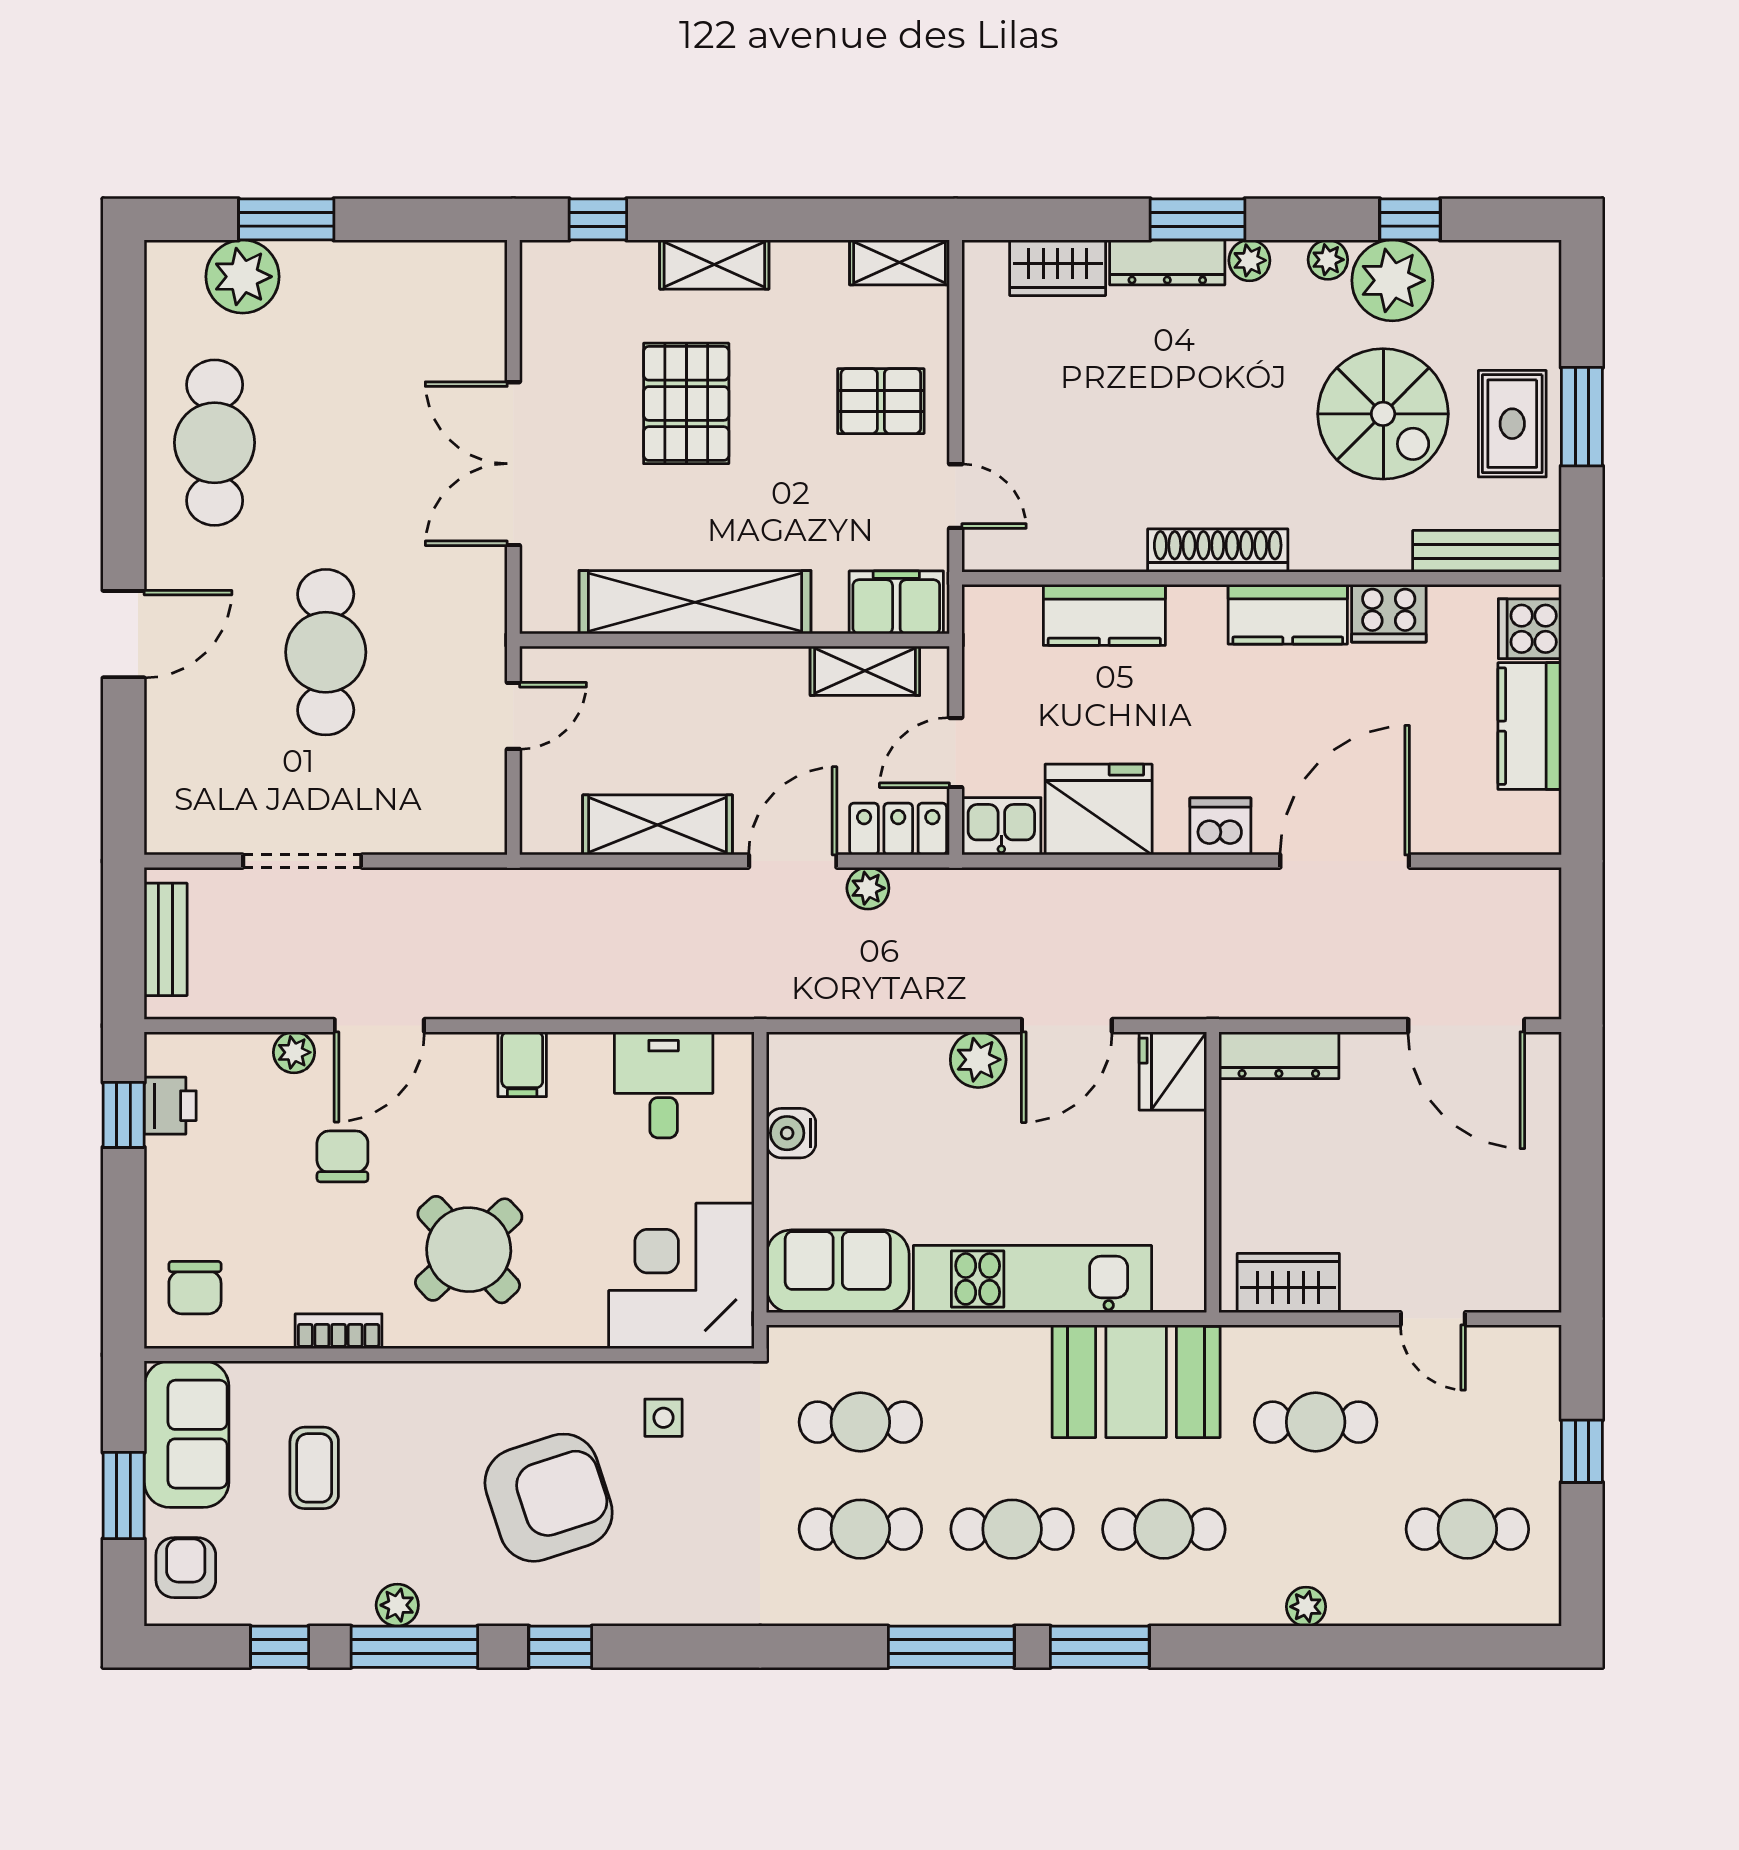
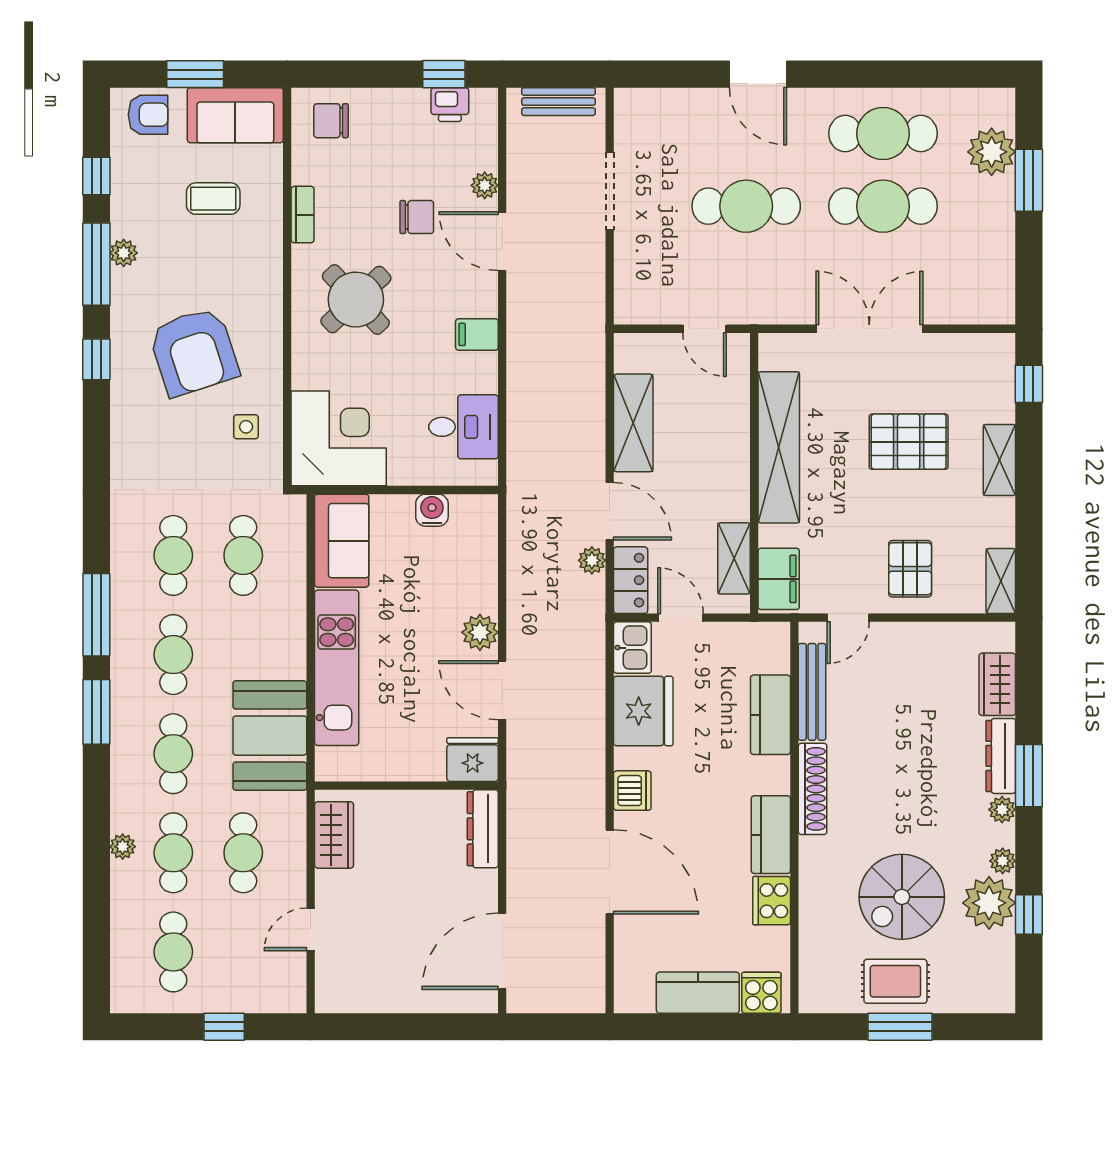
cafe table: (326, 443) -> (883, 206), added
bench: (1487, 551) -> (812, 692), moved
cafe table: (1316, 1529) -> (173, 853), added

